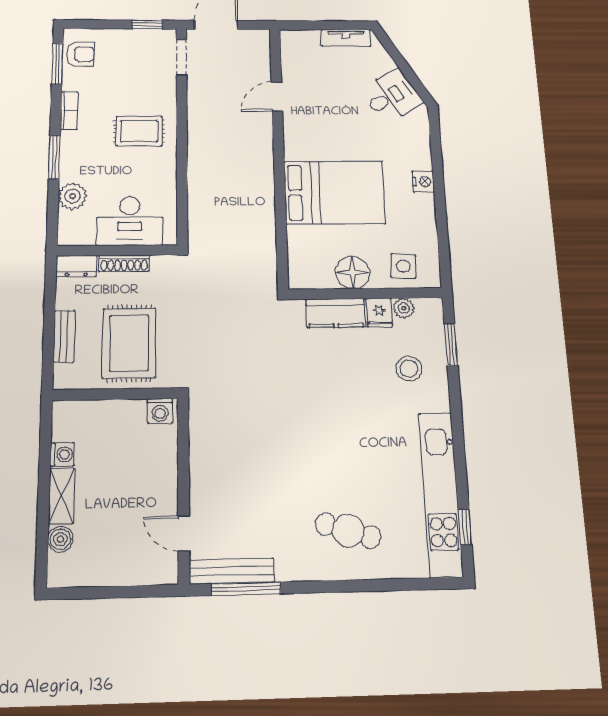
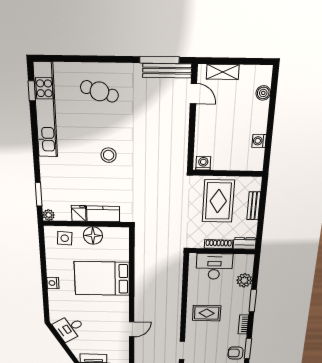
plant: (404, 308) -> (49, 215), moved
stool: (409, 369) -> (109, 155), moved
shelving: (62, 496) -> (223, 72), moved, turned 90

